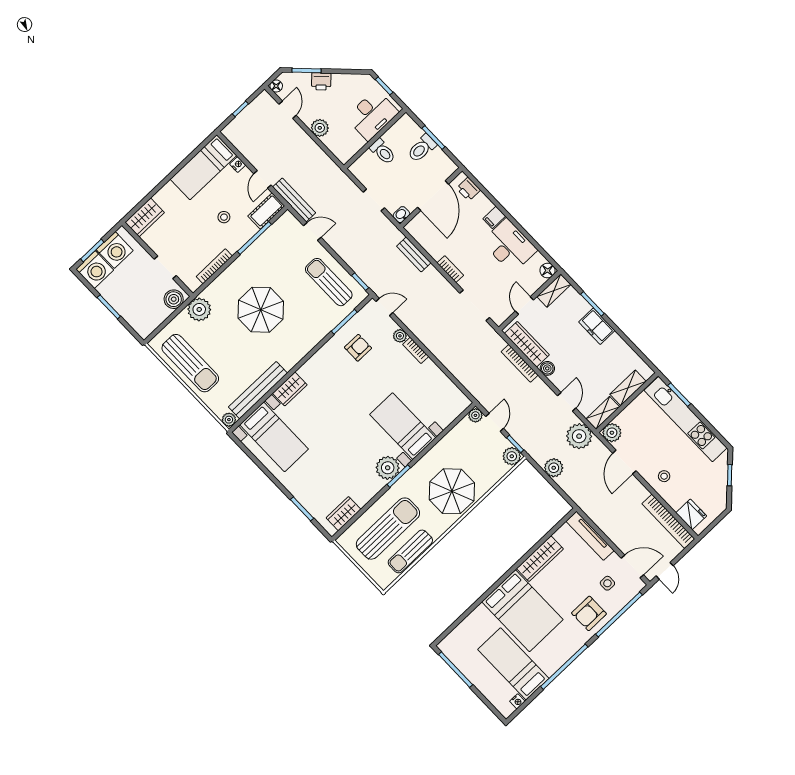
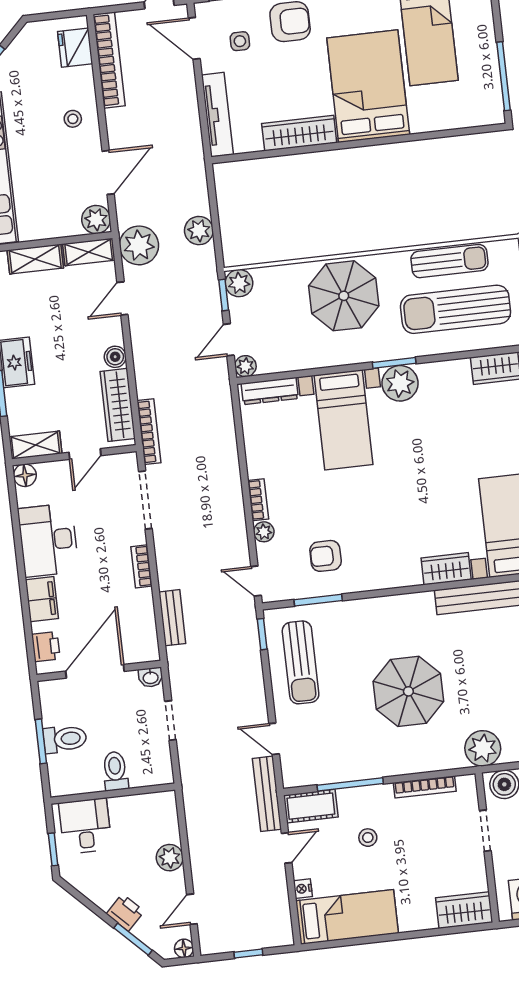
desk: (372, 115) -> (85, 826), width x0.73
filing cabinet: (494, 217) -> (42, 599), width x2.00
bookcase: (520, 363) -> (149, 432), moved
dresser: (453, 412) -> (270, 391), added

